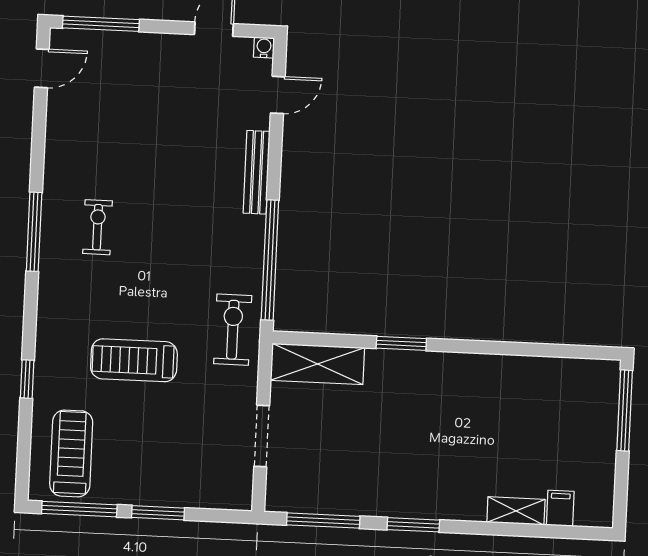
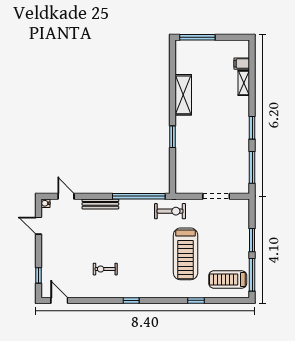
window: (101, 24) -> (38, 275), width x0.46
exercise bike: (98, 227) -> (105, 269), moved
window: (34, 232) -> (131, 300), width x0.46
exercise bike: (233, 330) -> (170, 211), turned 180
treadmill: (134, 360) -> (186, 254), width x1.37, depth x1.38
shelving: (317, 364) -> (183, 95), moved

